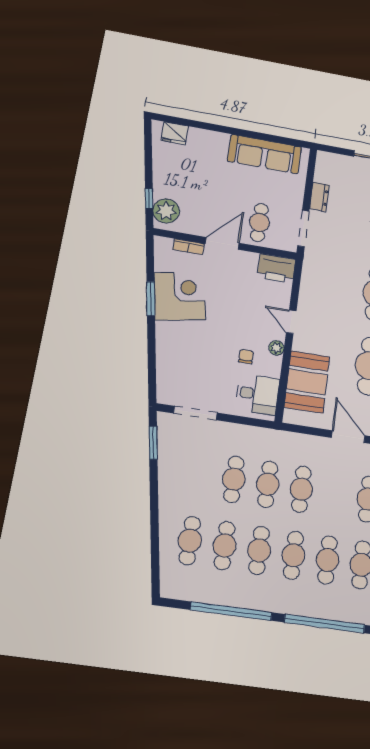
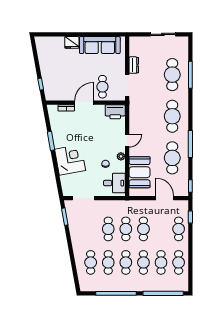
fridge: (175, 133) -> (72, 42), moved
plant: (166, 211) -> (51, 90), removed
corner desk: (180, 296) -> (70, 160), moved
door: (291, 322) -> (127, 141), swing flipped

